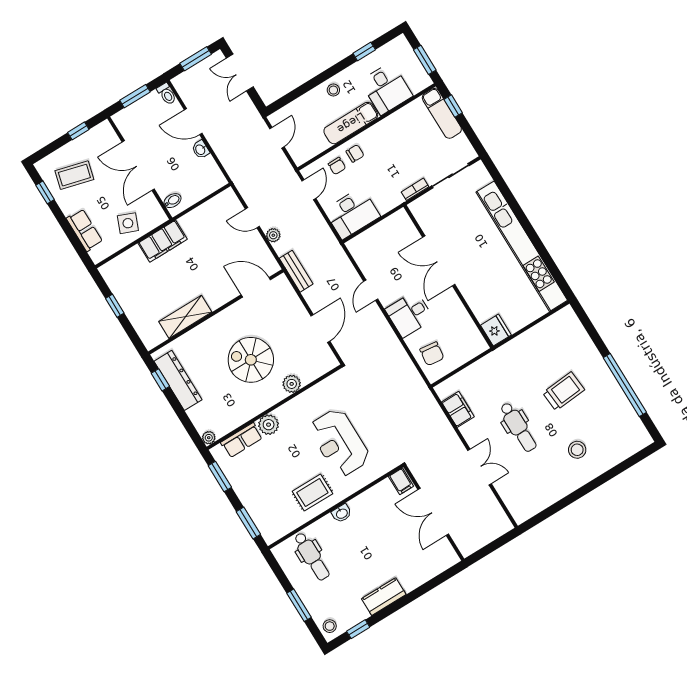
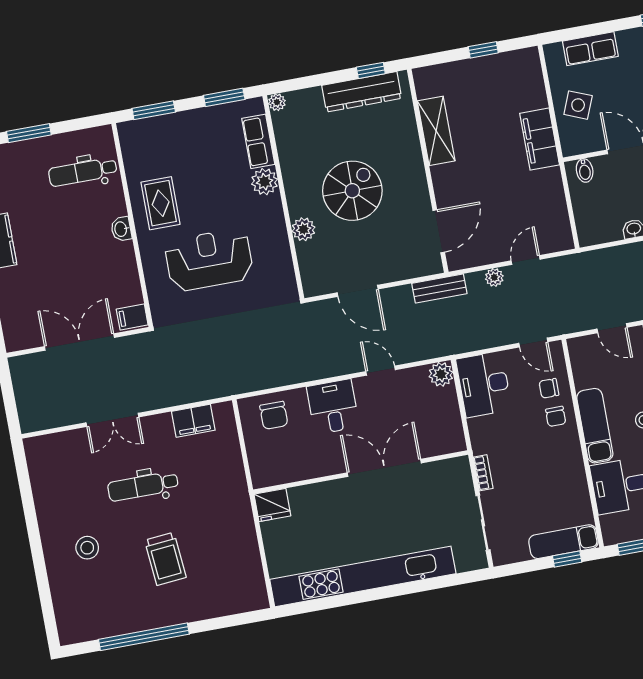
plant: (357, 246) -> (441, 374), added
chair: (432, 354) -> (274, 415), turned -97

